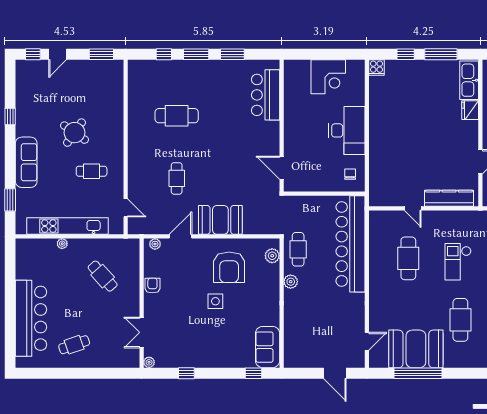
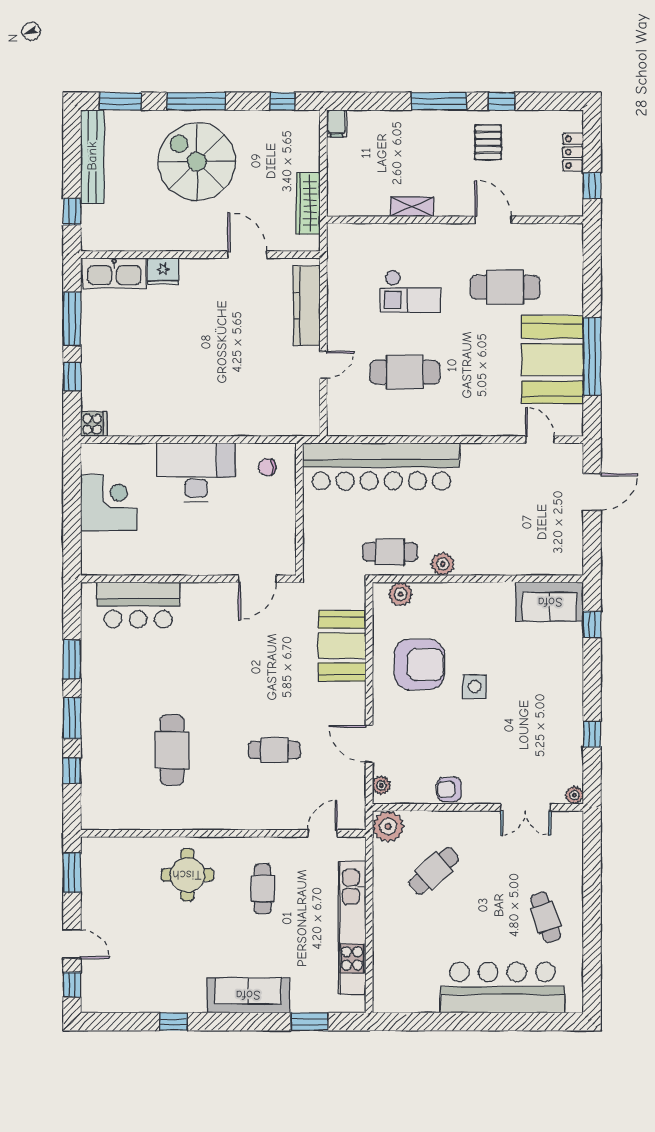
round table: (74, 133) -> (187, 875), moved, turned -35
booth: (220, 220) -> (342, 646), moved
plant: (62, 244) -> (388, 826), moved, width x1.87, depth x1.87

